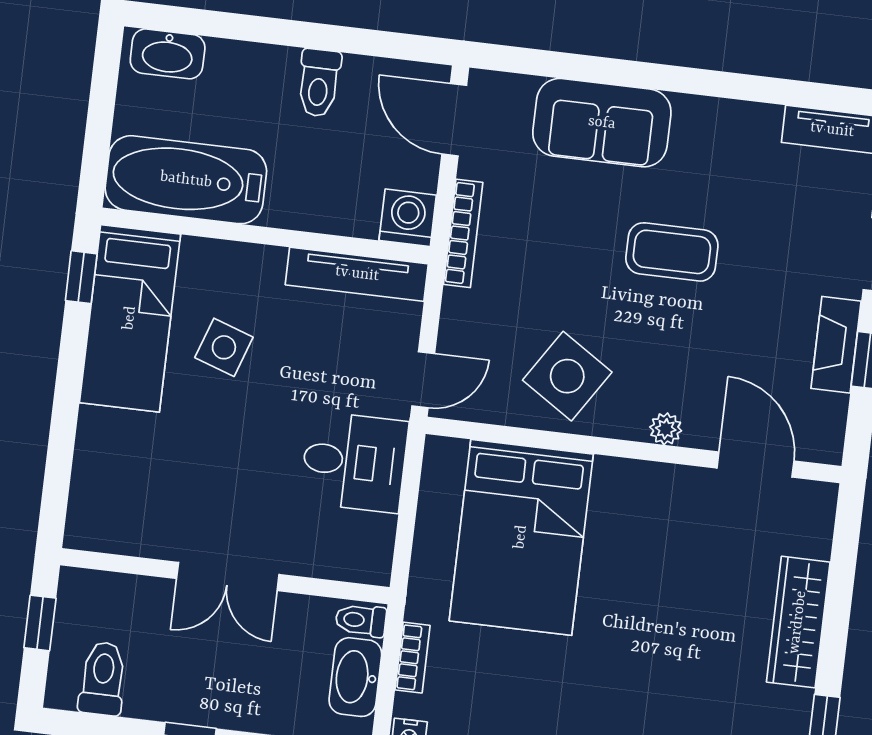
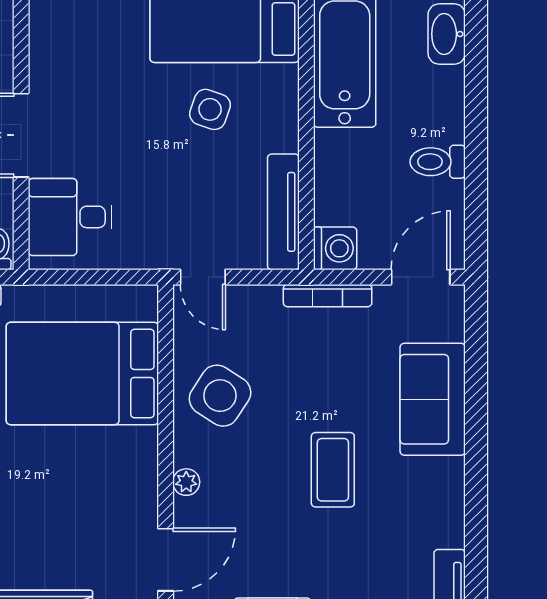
desk: (354, 462) -> (70, 217), moved, turned 90

